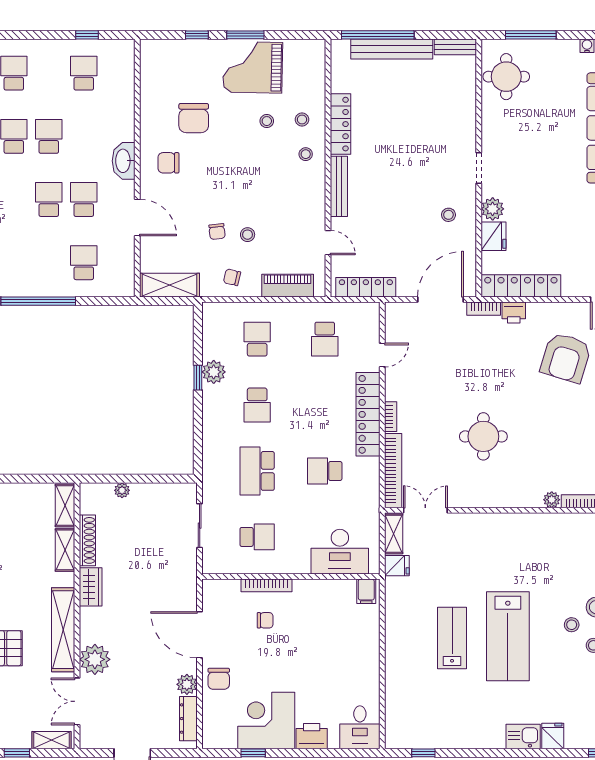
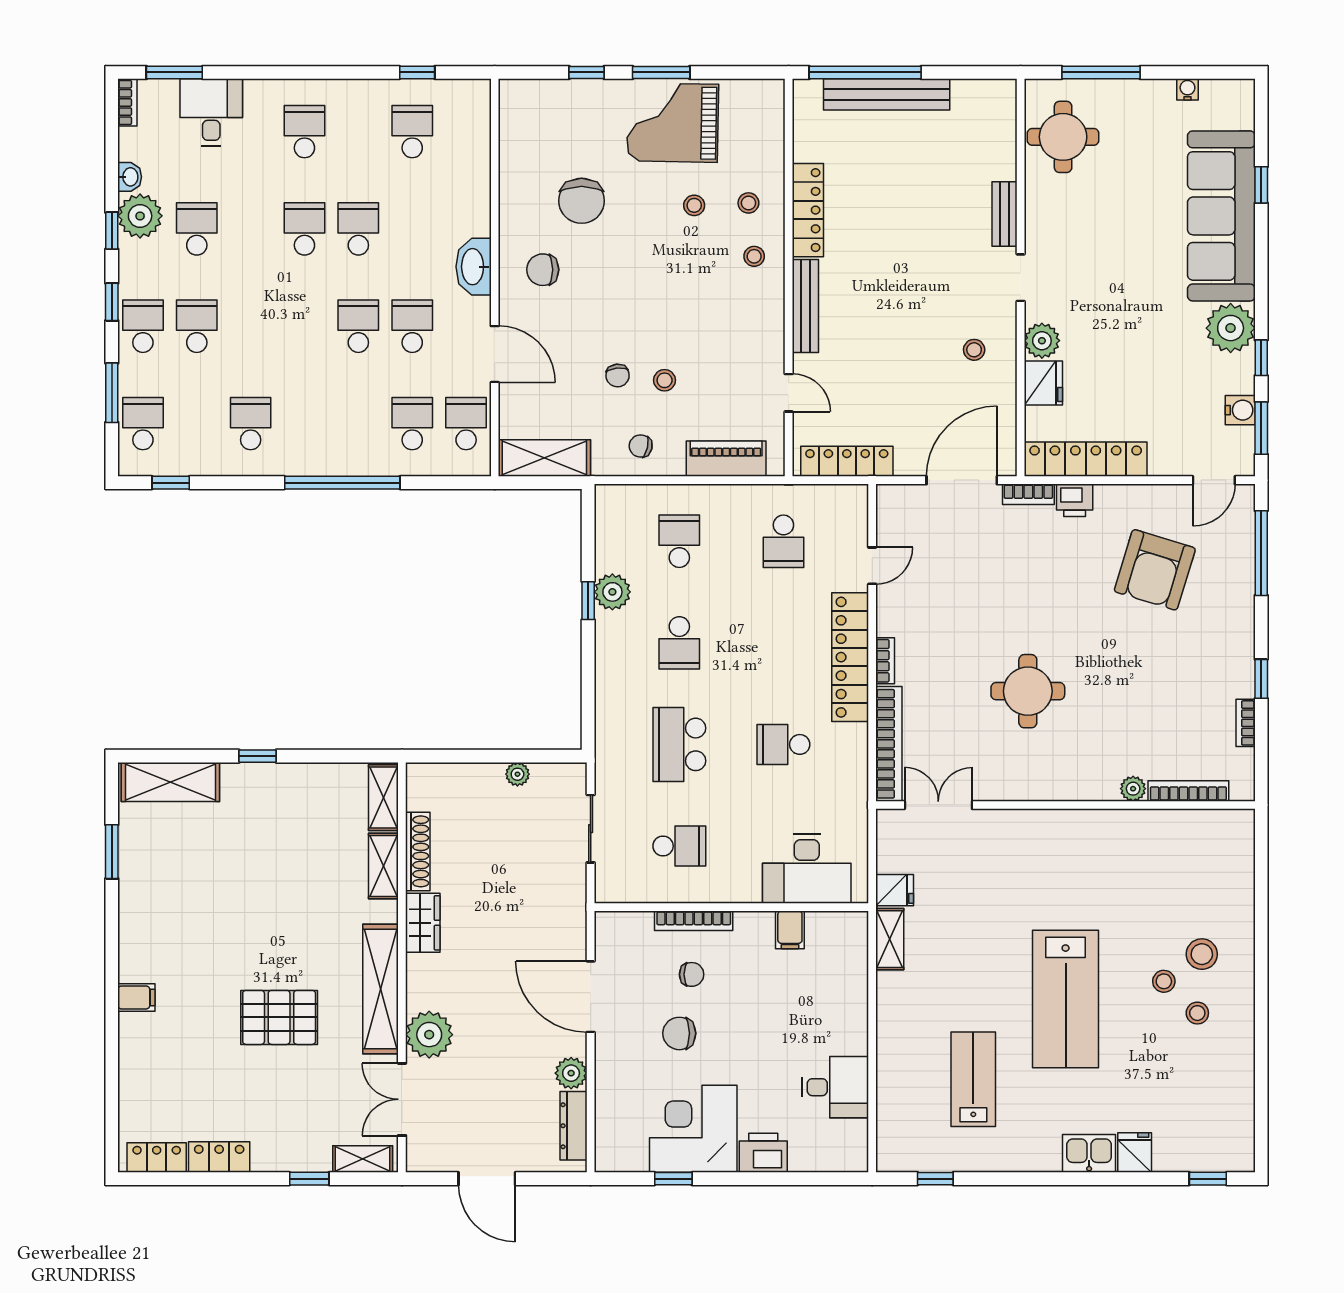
bench: (455, 47) -> (1005, 214), moved, turned 90
school desk: (119, 263) -> (466, 424), added
plant: (122, 490) -> (517, 774), moved
shelving: (394, 534) -> (890, 939), moved
filing cabinet: (366, 591) -> (790, 930), moved
lab bench: (452, 638) -> (973, 1079), moved
chair: (219, 679) -> (679, 1033), moved, turned 90
desk: (360, 727) -> (835, 1087), moved, turned -90

